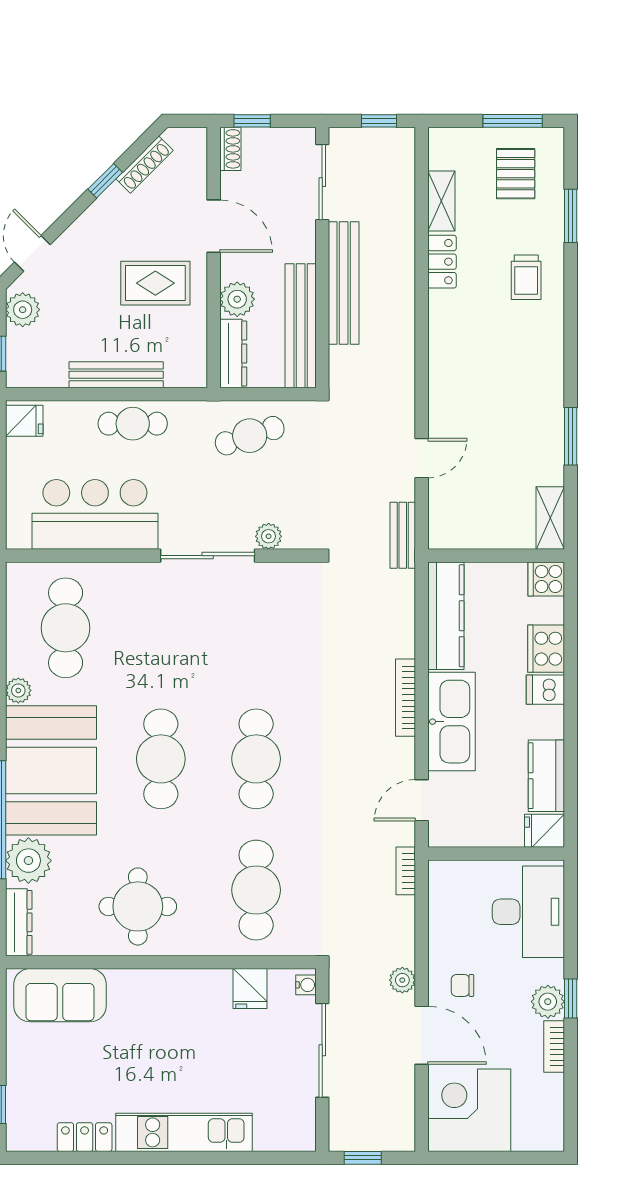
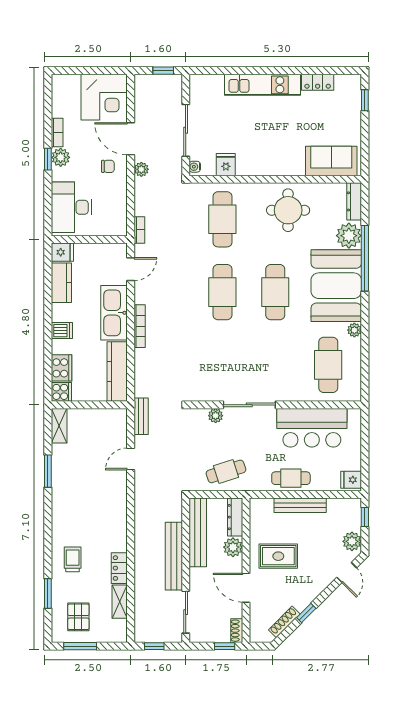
cooker: (546, 649) -> (61, 368), moved

